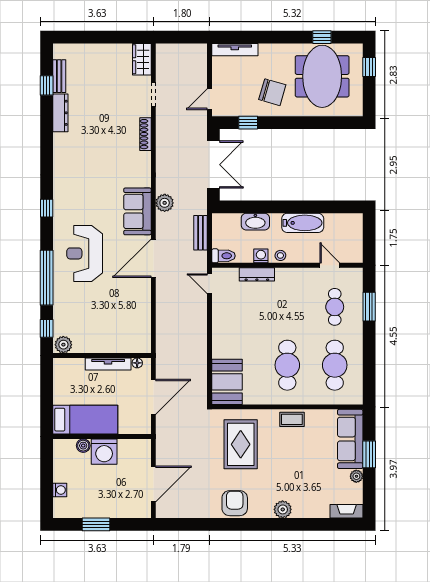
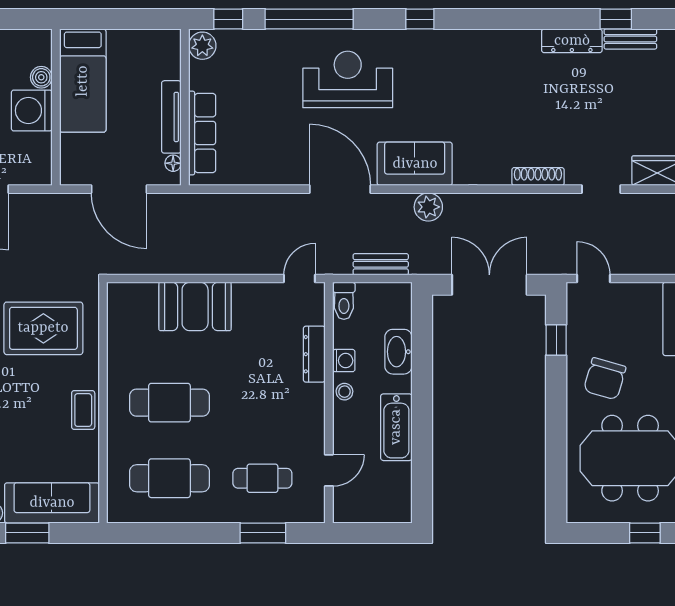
double door: (213, 165) -> (489, 285), swing flipped
row of seats: (118, 345) -> (202, 133), added
booth: (227, 382) -> (195, 306), moved

